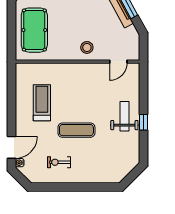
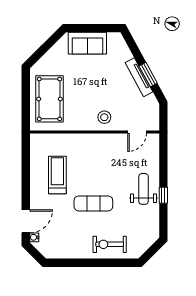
exercise bike: (59, 162) -> (110, 244), moved, width x1.38, depth x1.39

